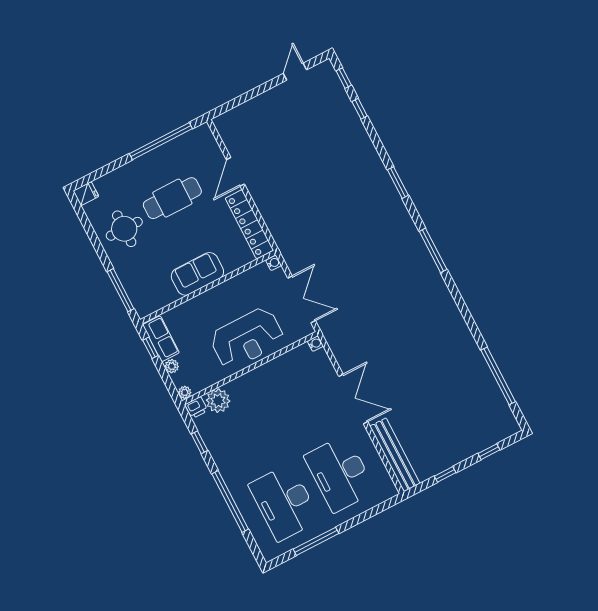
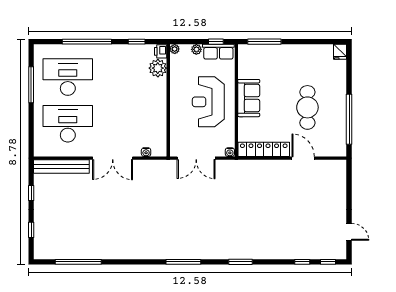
round table: (124, 229) -> (304, 65), removed
reception desk: (247, 338) -> (208, 102), moved
water cooler: (315, 344) -> (146, 152), moved

